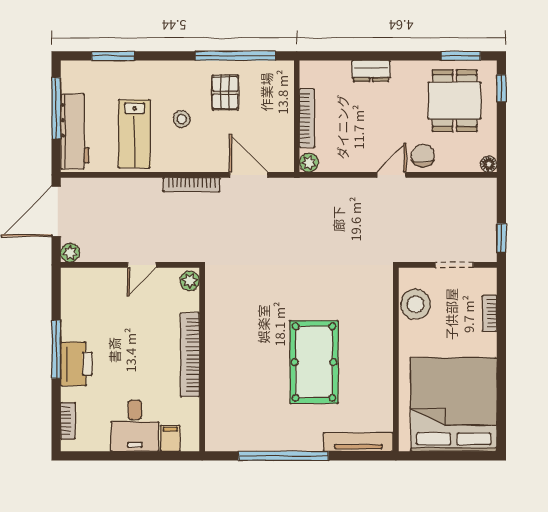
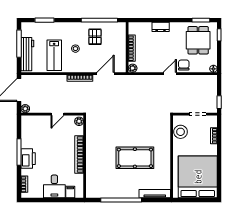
door: (249, 175) -> (106, 74), hinge flipped
pool table: (314, 362) -> (135, 158), turned 90

